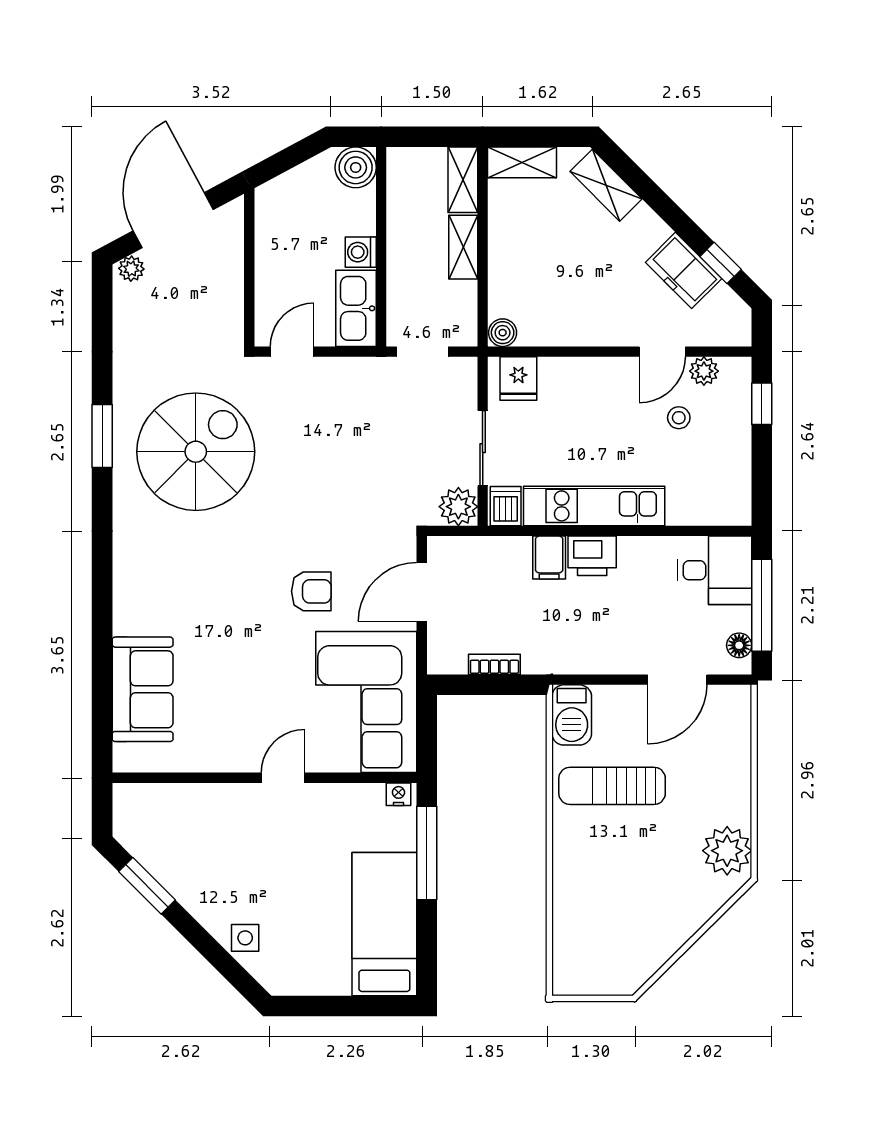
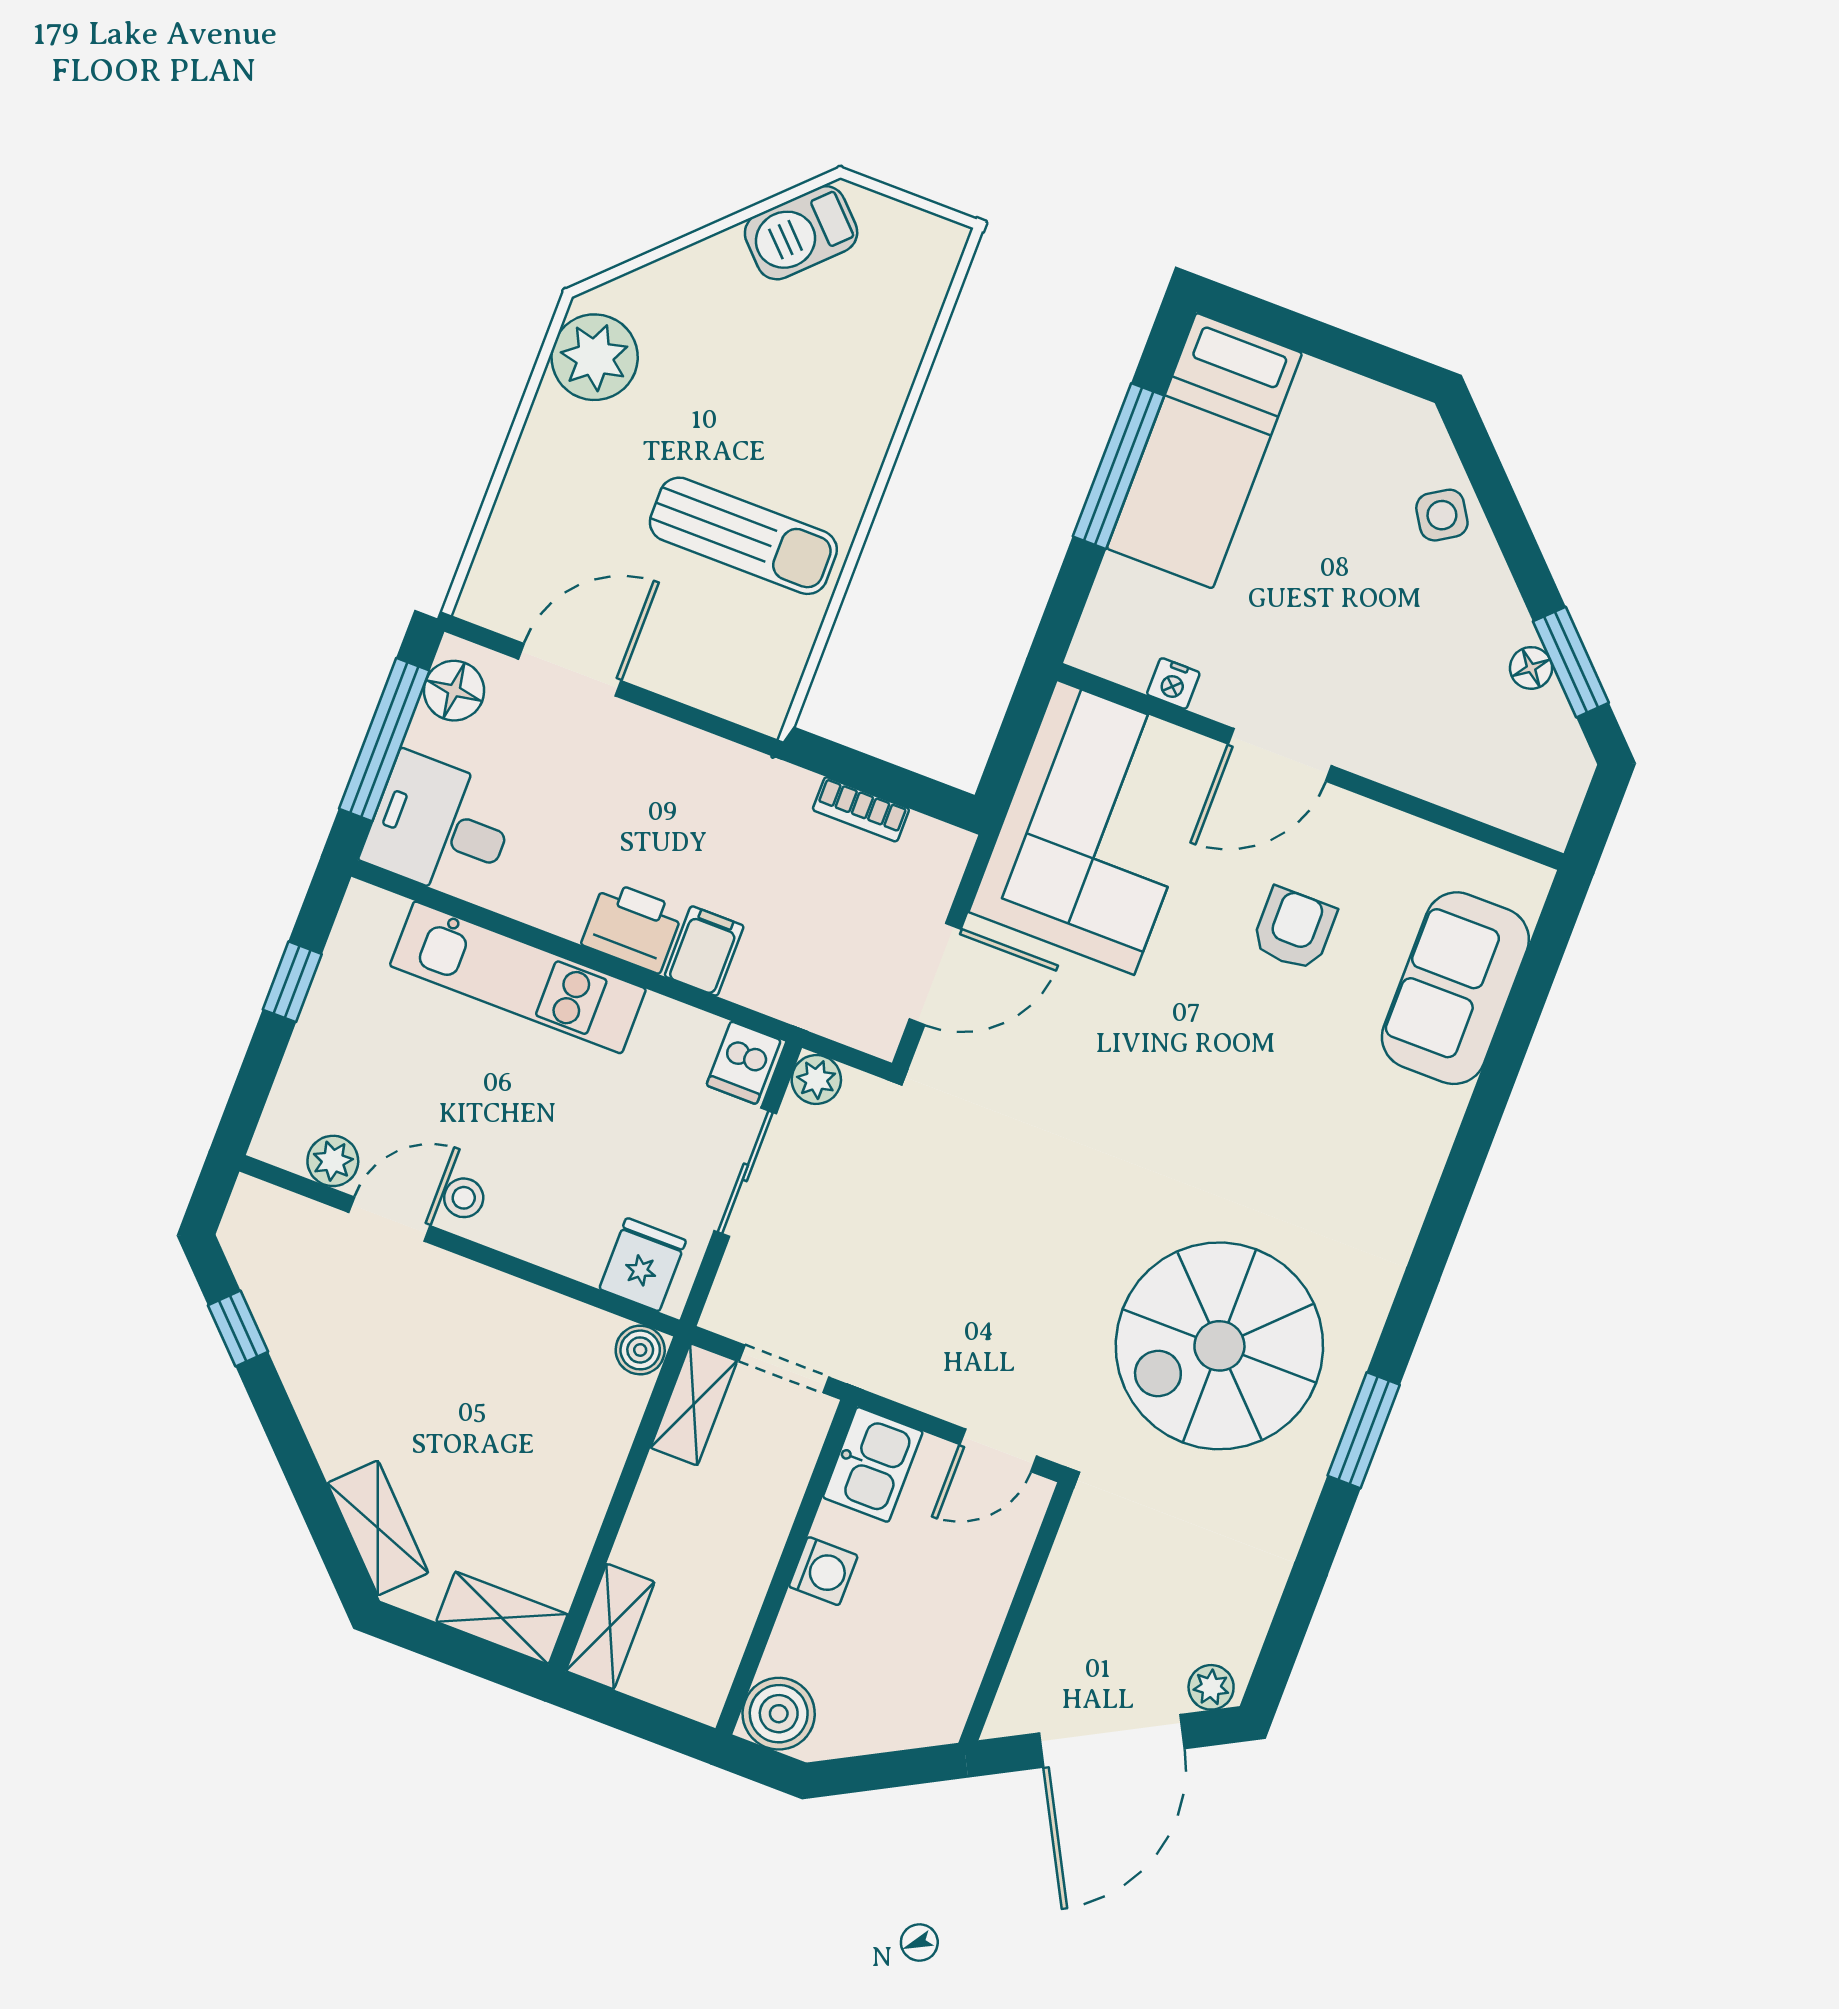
shelving: (463, 247) -> (694, 1404), moved
freezer: (684, 270) -> (303, 1339), removed
kitchen sink: (356, 308) -> (873, 1464), width x0.73
window: (762, 404) -> (292, 982), moved
stool: (679, 418) -> (464, 1198), moved
kitchen unit: (594, 506) -> (518, 977), moved
plant: (458, 507) -> (816, 1080), width x0.73, depth x0.73
armchair: (311, 591) -> (1294, 929), moved, turned 90
floor lamp: (739, 645) -> (454, 691), width x1.37, depth x1.37
barbecue: (572, 715) -> (801, 233), moved, turned -135
door: (283, 778) -> (1280, 755), width x1.38
nightstand: (398, 794) -> (1173, 683), moved
window: (427, 853) -> (1119, 466), moved
floor lamp: (167, 875) -> (1531, 668), added
side table: (245, 938) -> (1442, 515), turned -32

